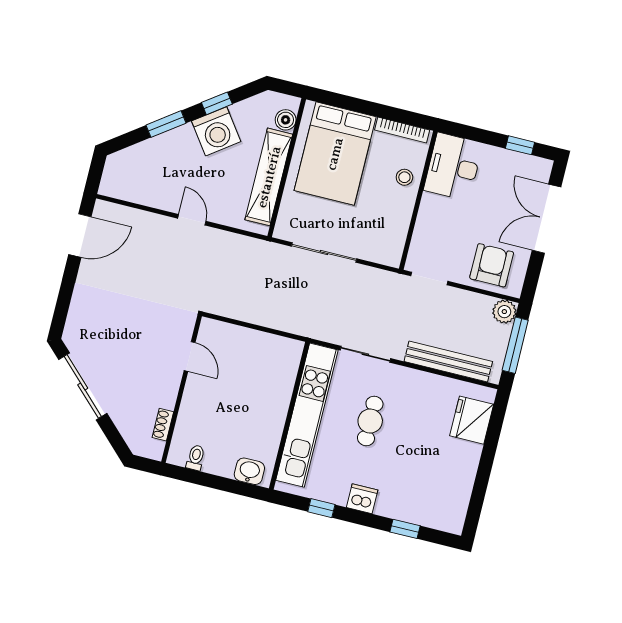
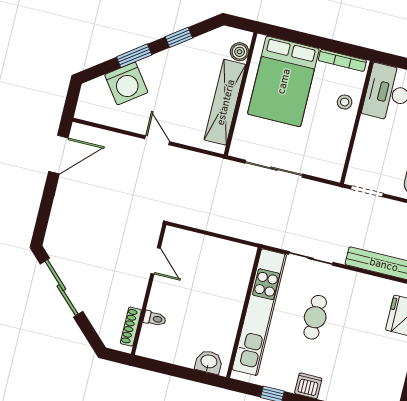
washing machine: (216, 131) -> (126, 83), moved
shoe rack: (163, 425) -> (131, 327), width x1.43
toilet: (196, 458) -> (155, 319), moved, turned 90

